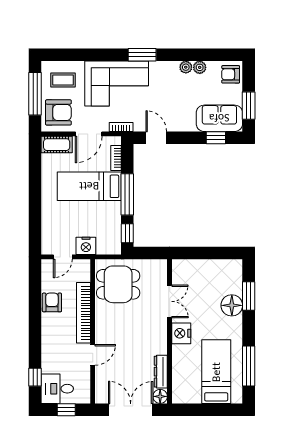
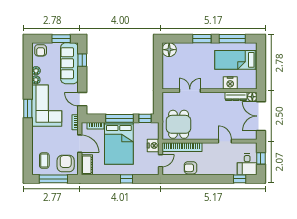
corner sofa: (117, 84) -> (47, 106), moved
sofa: (219, 118) -> (69, 63), width x1.36
door: (156, 138) -> (82, 99), hinge flipped
bed: (89, 186) -> (119, 143), width x1.50
window: (35, 205) -> (126, 179), added
door: (63, 257) -> (161, 161), hinge flipped
window: (249, 296) -> (202, 39), moved
floor lamp: (232, 305) -> (169, 50), moved
bookcase: (83, 313) -> (182, 147), moved
nightstand: (181, 333) -> (230, 83), moved

